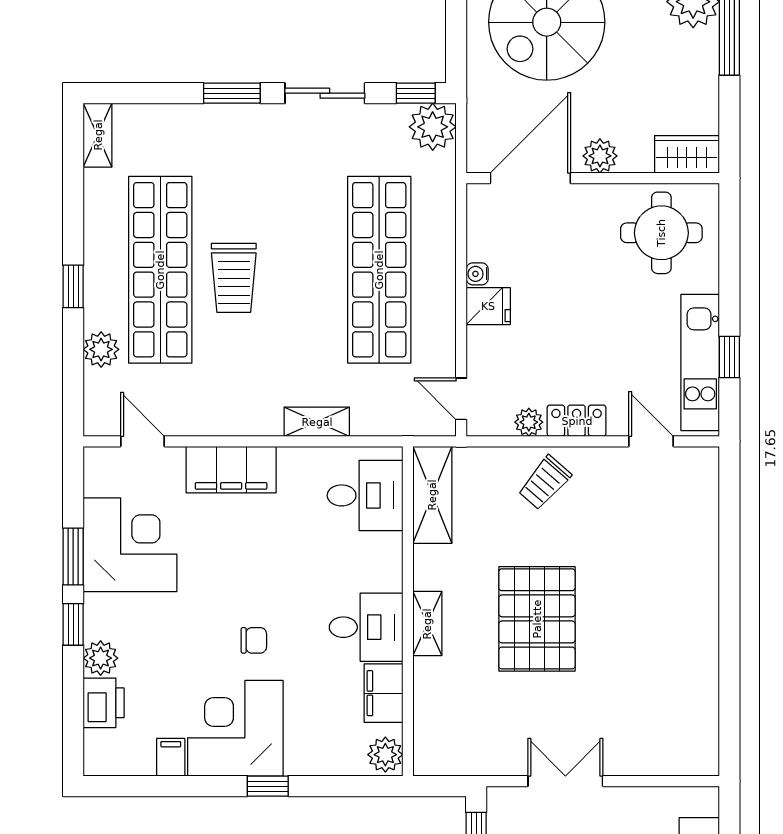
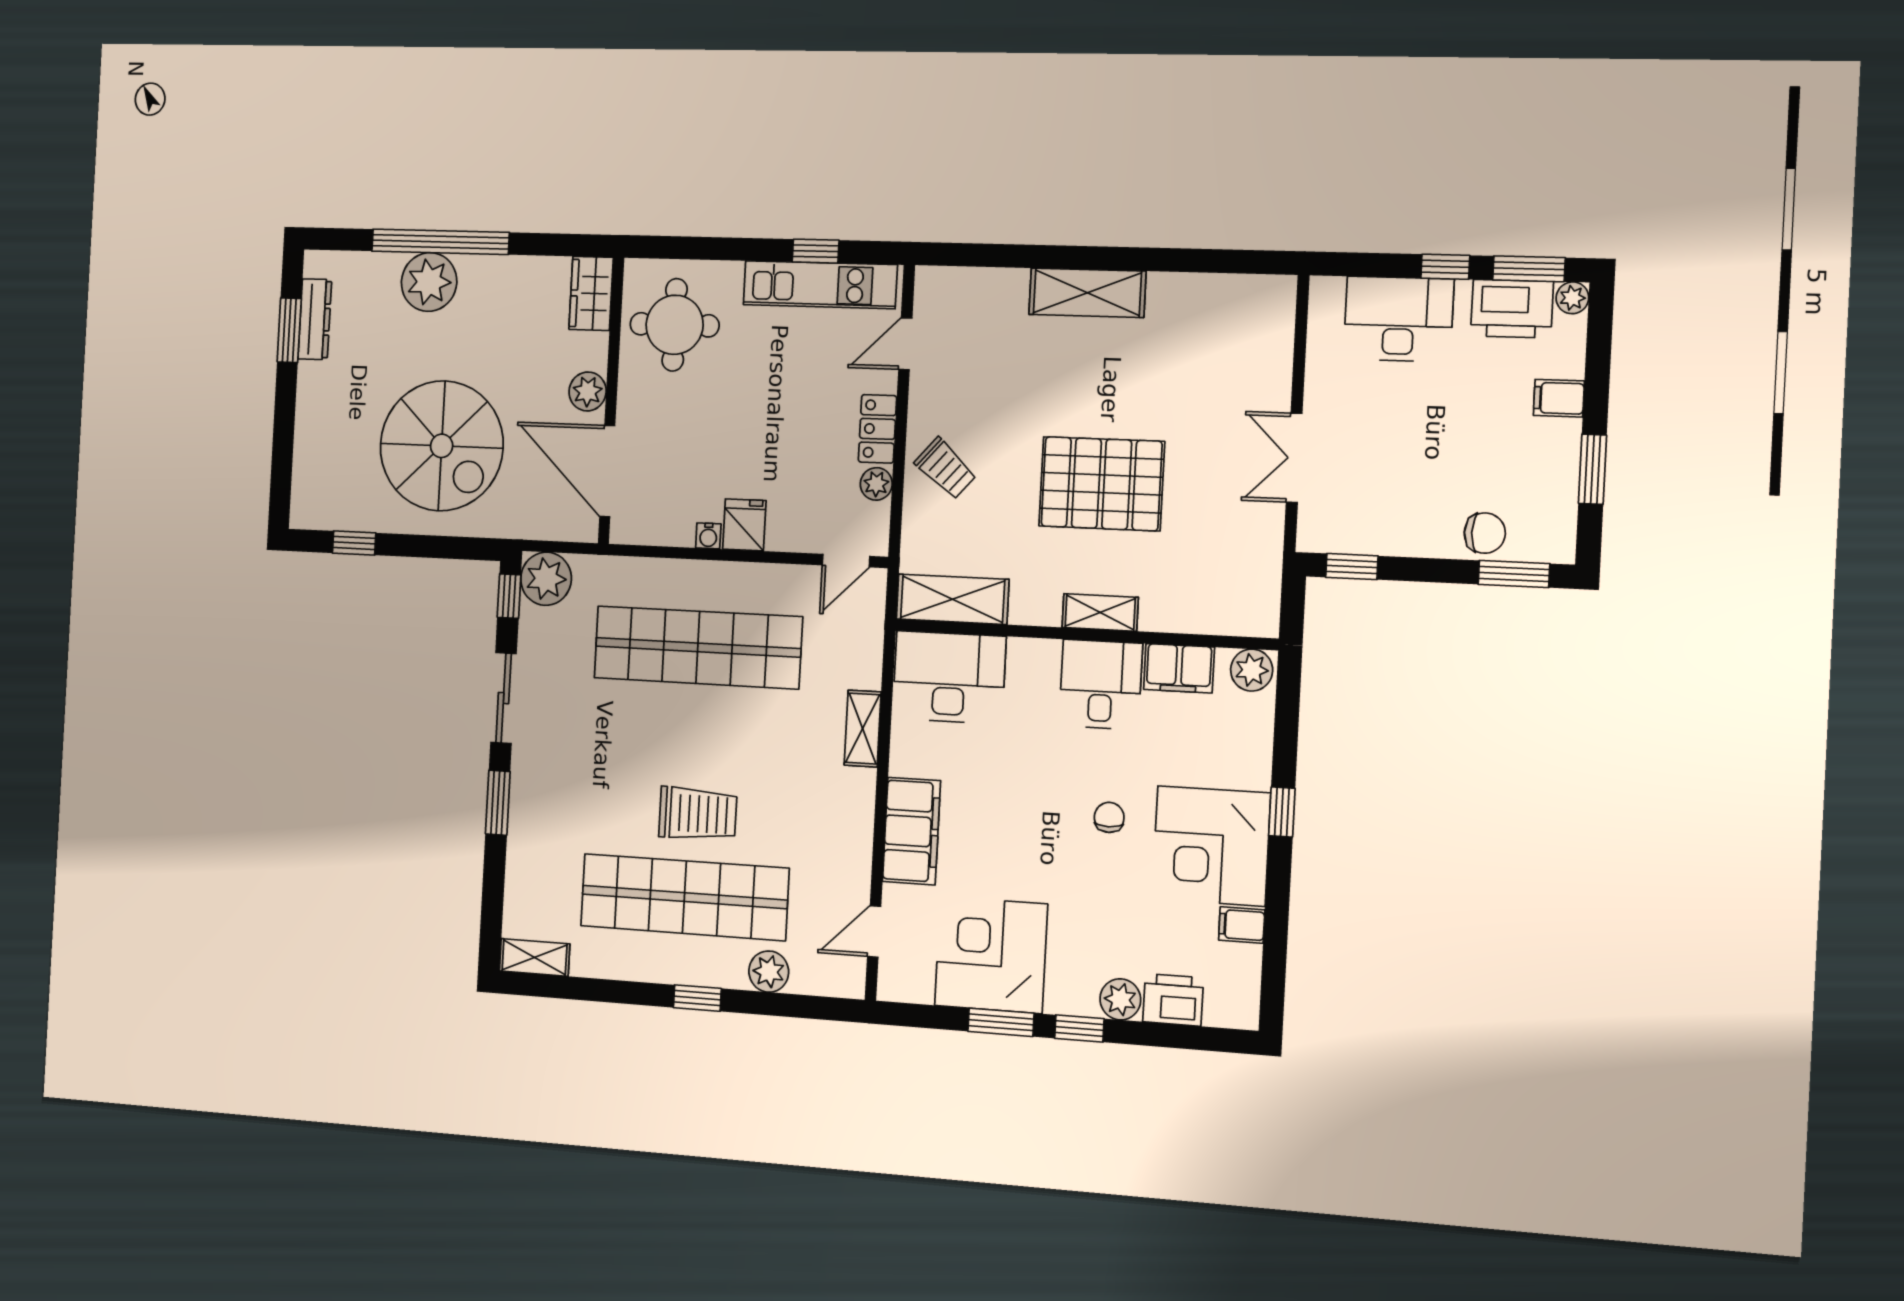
desk: (365, 495) -> (949, 677), width x1.37
shelving: (700, 598) -> (1087, 293), added

